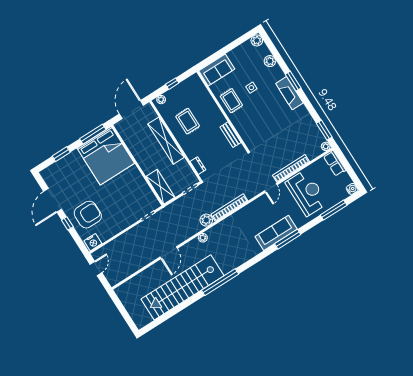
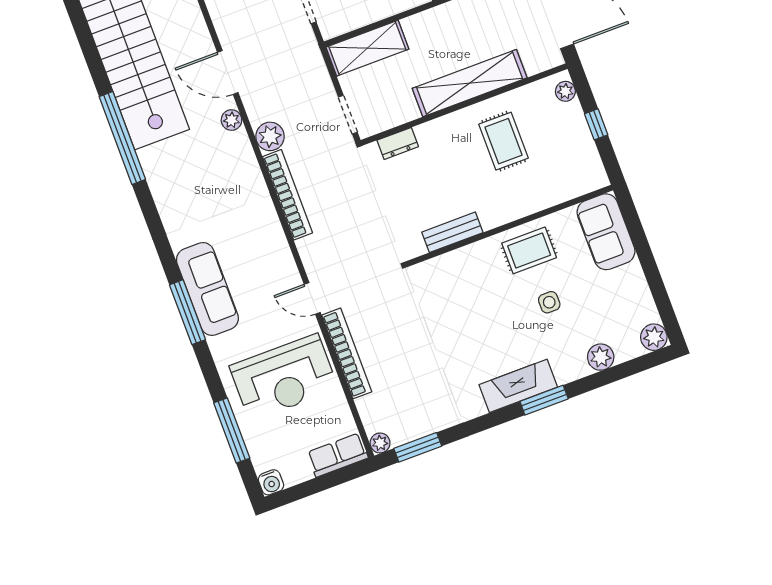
rug: (188, 121) -> (504, 141), turned 90
door: (169, 253) -> (228, 72), moved

